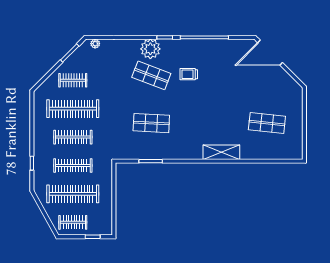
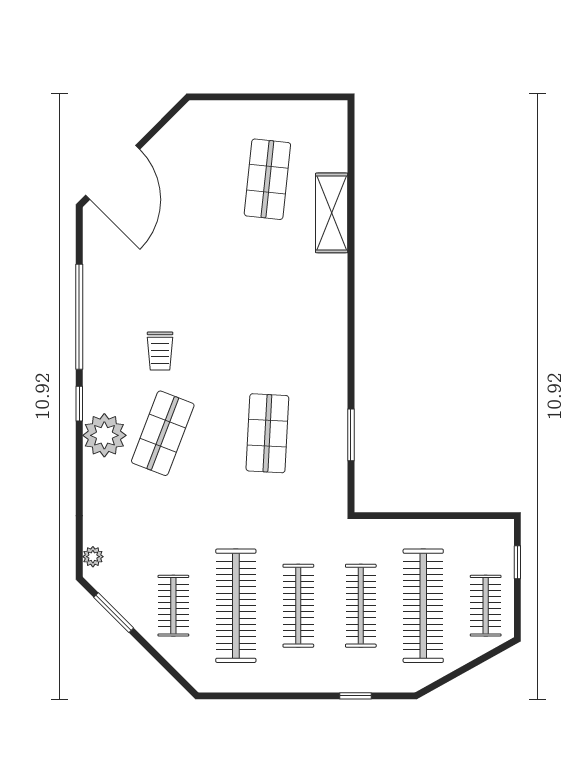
shelving: (221, 152) -> (332, 213), moved

